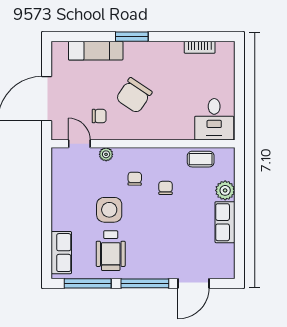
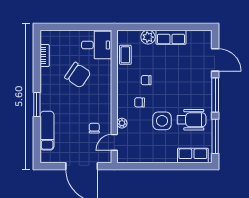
chair: (134, 95) -> (78, 75), moved

